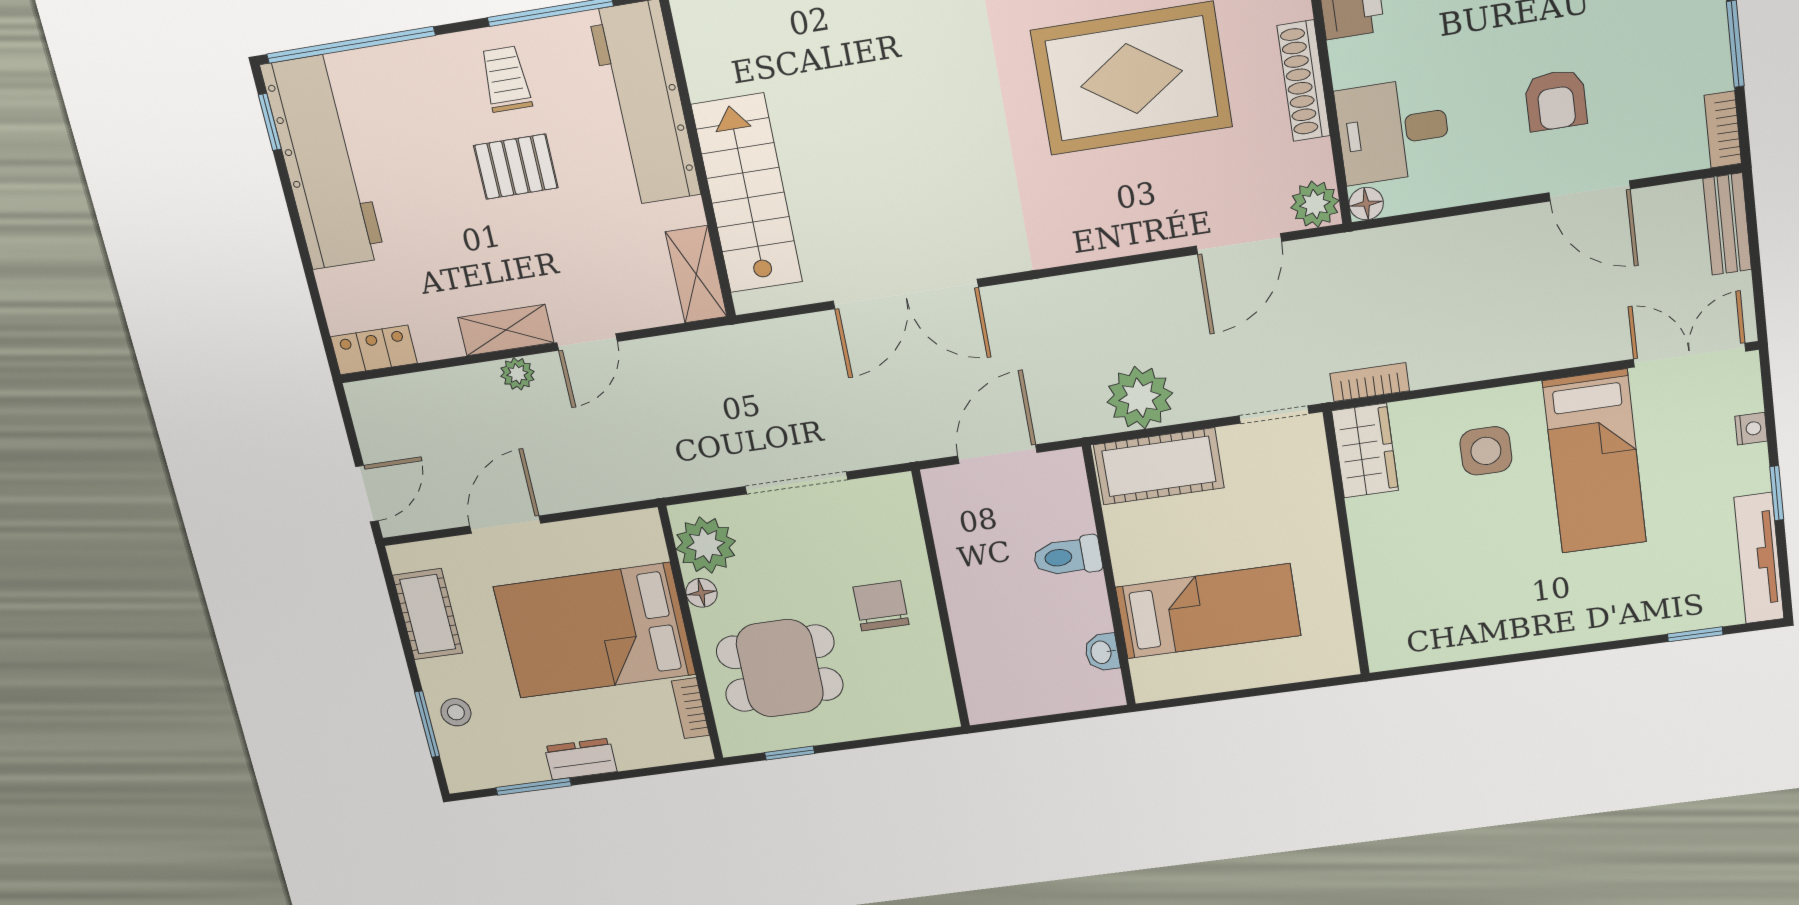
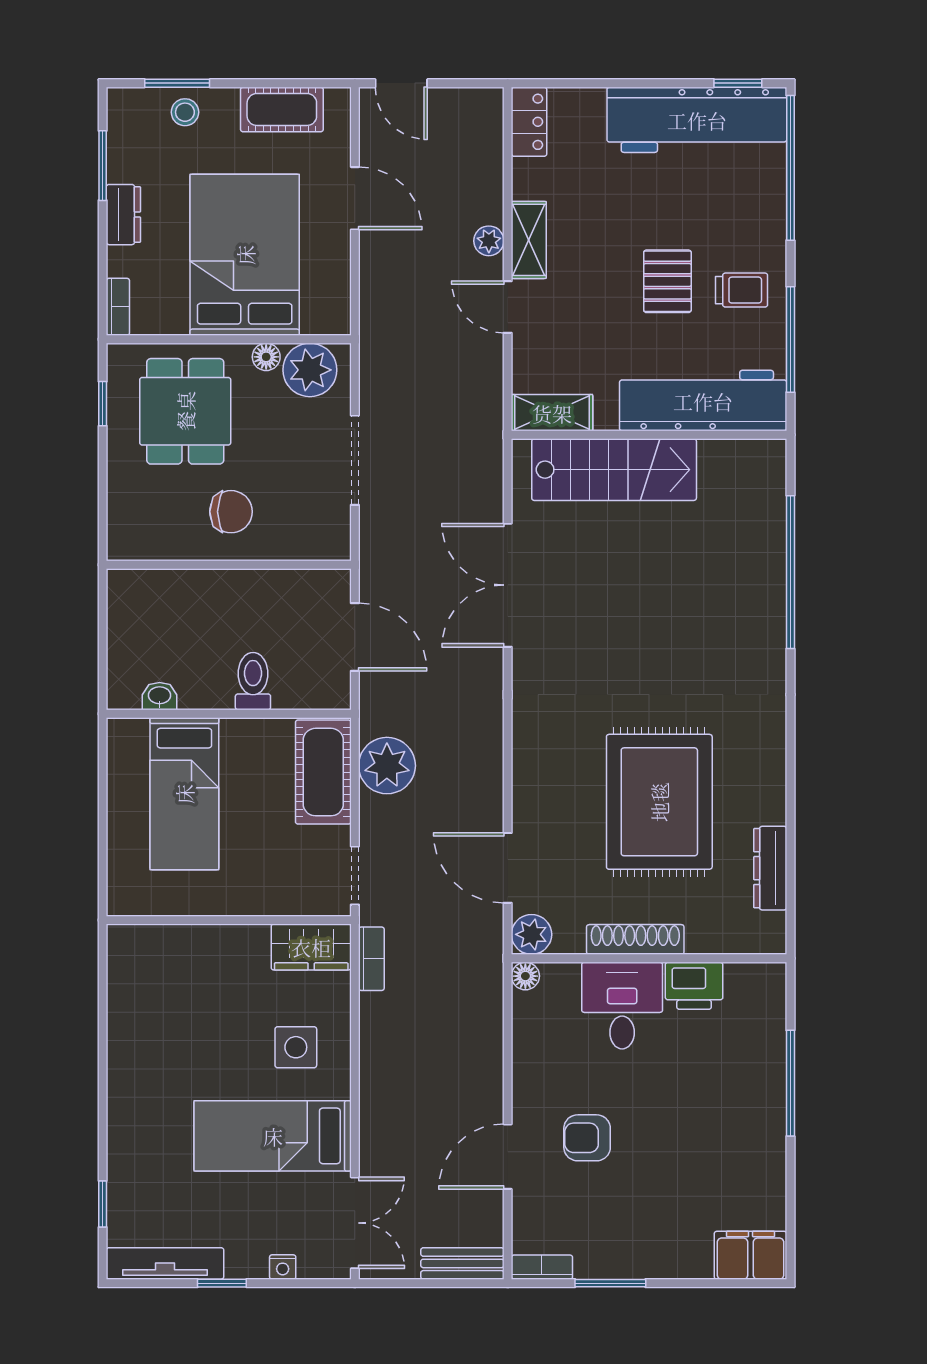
desk: (1393, 131) -> (622, 1006), moved
bookcase: (690, 708) -> (118, 307), moved, turned 90

